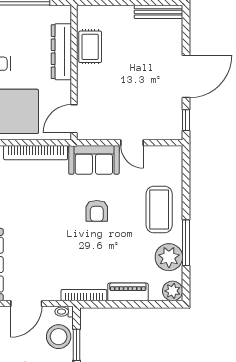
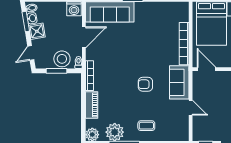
door: (132, 143) -> (191, 108), swing flipped
coffee table: (159, 210) -> (146, 126), width x0.54, depth x0.58
door: (26, 303) -> (84, 37), swing flipped

